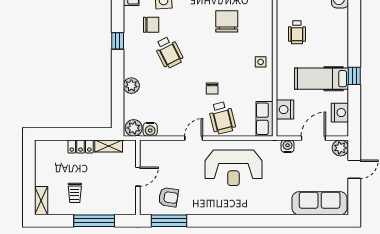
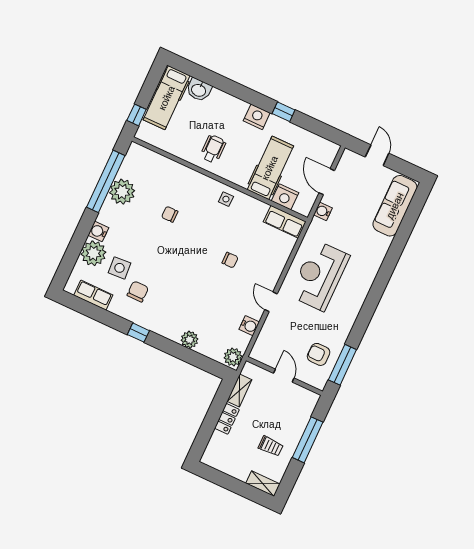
chair: (227, 21) -> (170, 214), width x0.54, depth x0.54
wheelchair: (297, 32) -> (213, 149), turned -90
wheelchair: (169, 52) -> (174, 287), removed
hospital bed: (322, 79) -> (270, 168), moved, turned 180
nightstand: (340, 113) -> (257, 117), moved
wheelchair: (222, 118) -> (264, 264), removed
water cooler: (150, 129) -> (249, 326), moved
plant: (340, 148) -> (349, 159), removed
reception desk: (233, 168) -> (319, 276), turned 180
armchair: (168, 197) -> (319, 354), turned -99

